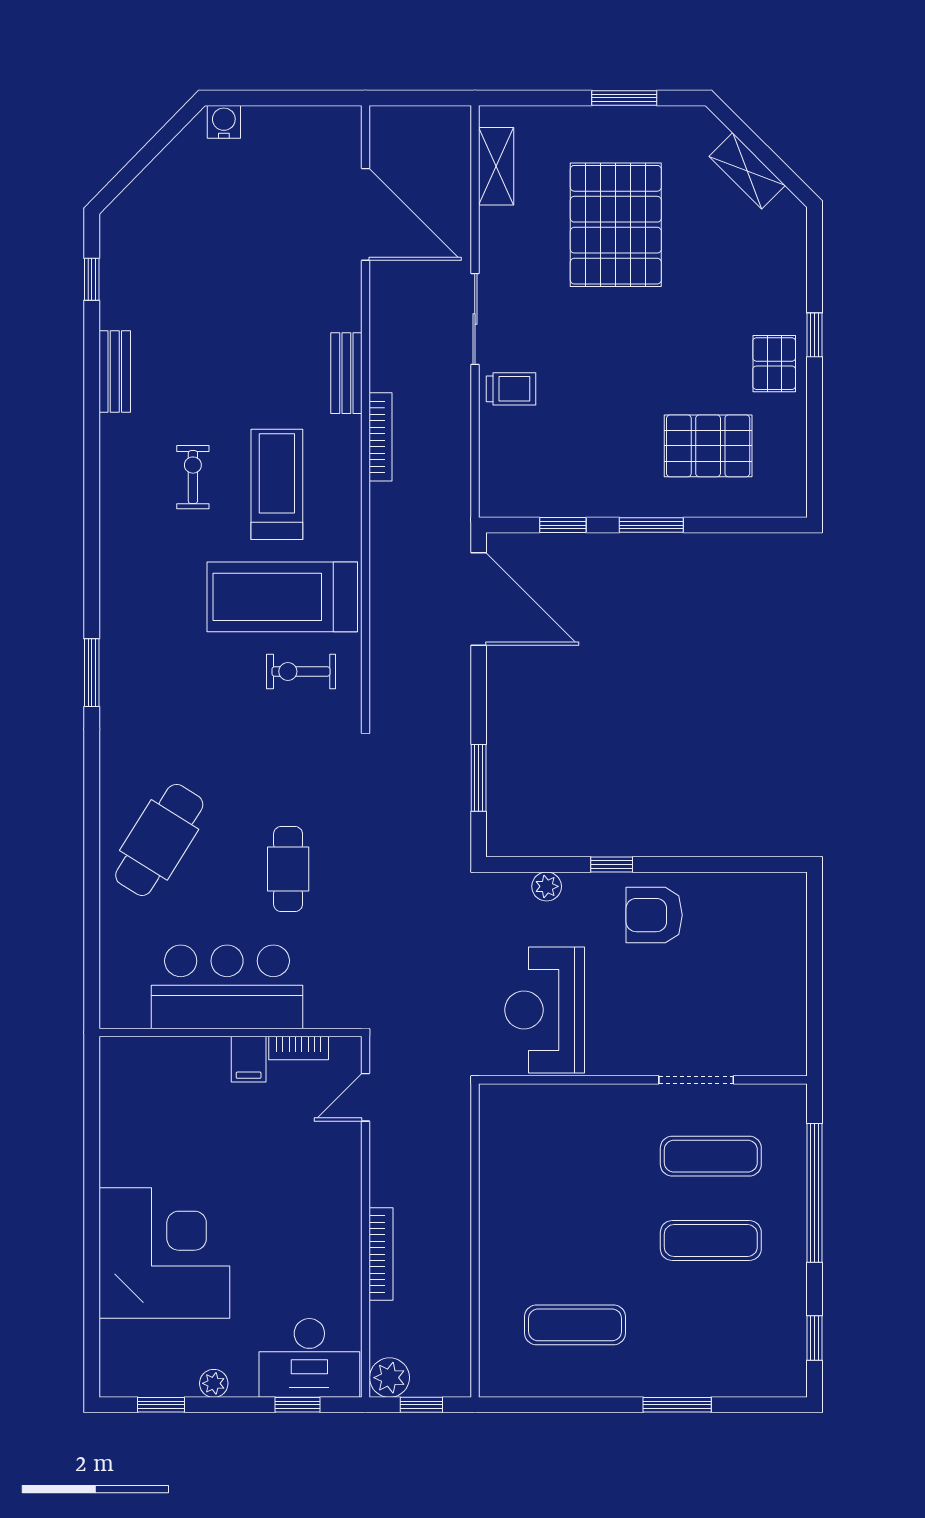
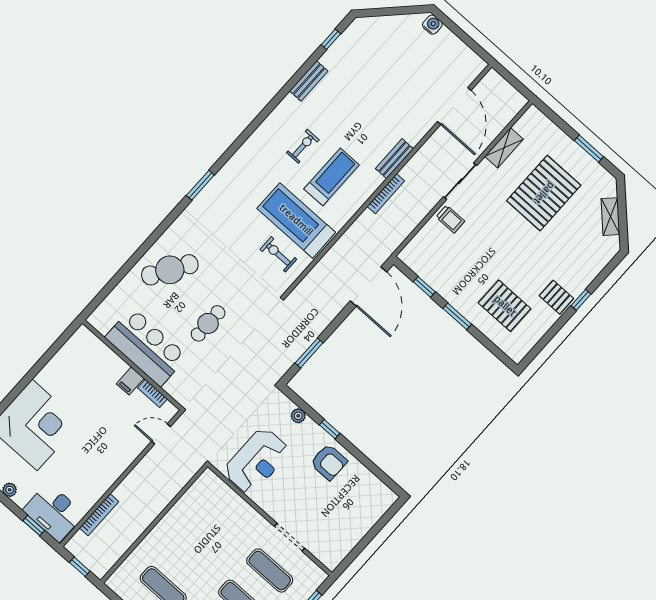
shelving: (496, 166) -> (504, 148), moved
pallet: (774, 364) -> (556, 297), turned 90
armchair: (654, 915) -> (329, 462), turned 180
reception desk: (545, 1010) -> (257, 461), turned 180
bookcase: (381, 1254) -> (99, 515), moved
plant: (390, 1378) -> (77, 546), removed

